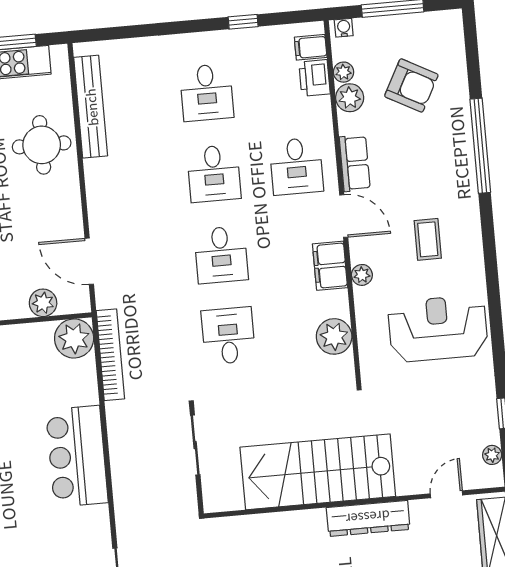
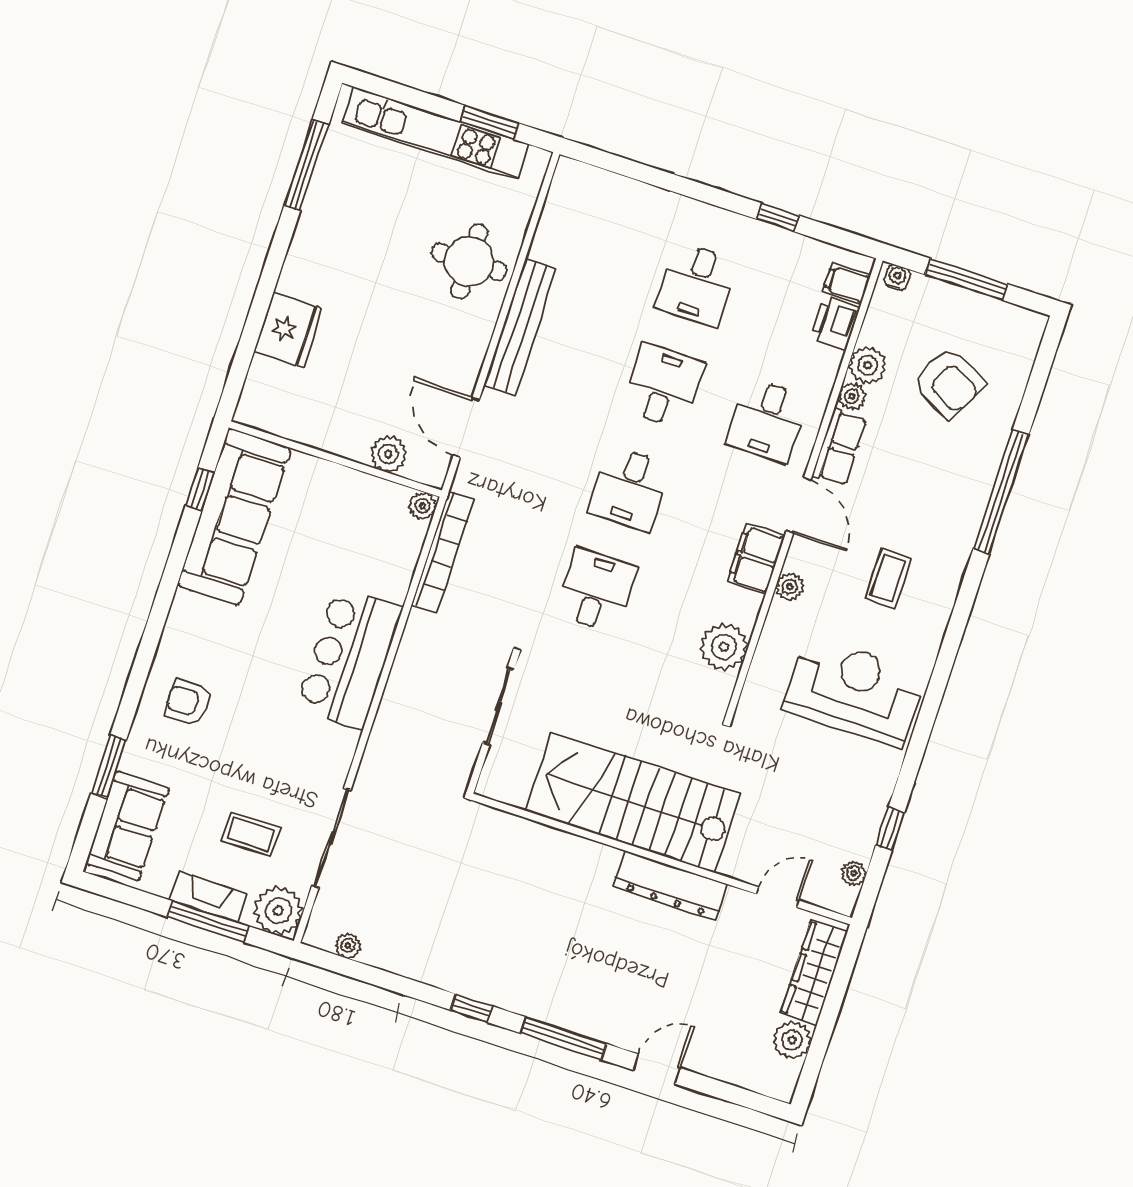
plant: (343, 72) -> (852, 396), moved
bench: (91, 107) -> (520, 327), moved
desk: (214, 174) -> (663, 386), turned 180
plant: (74, 338) -> (423, 506), width x0.53, depth x0.53

